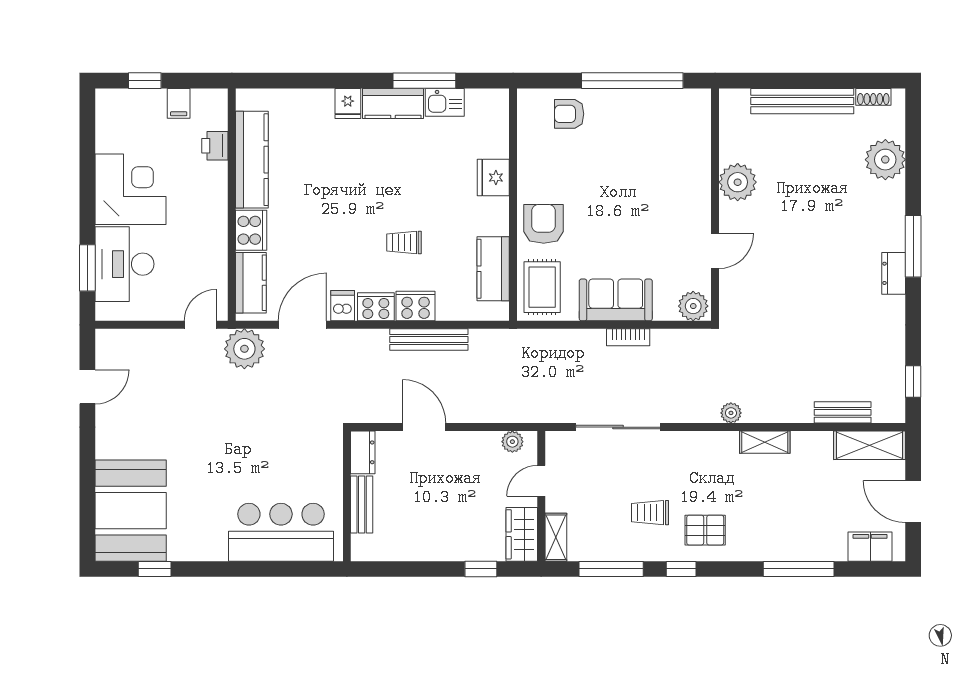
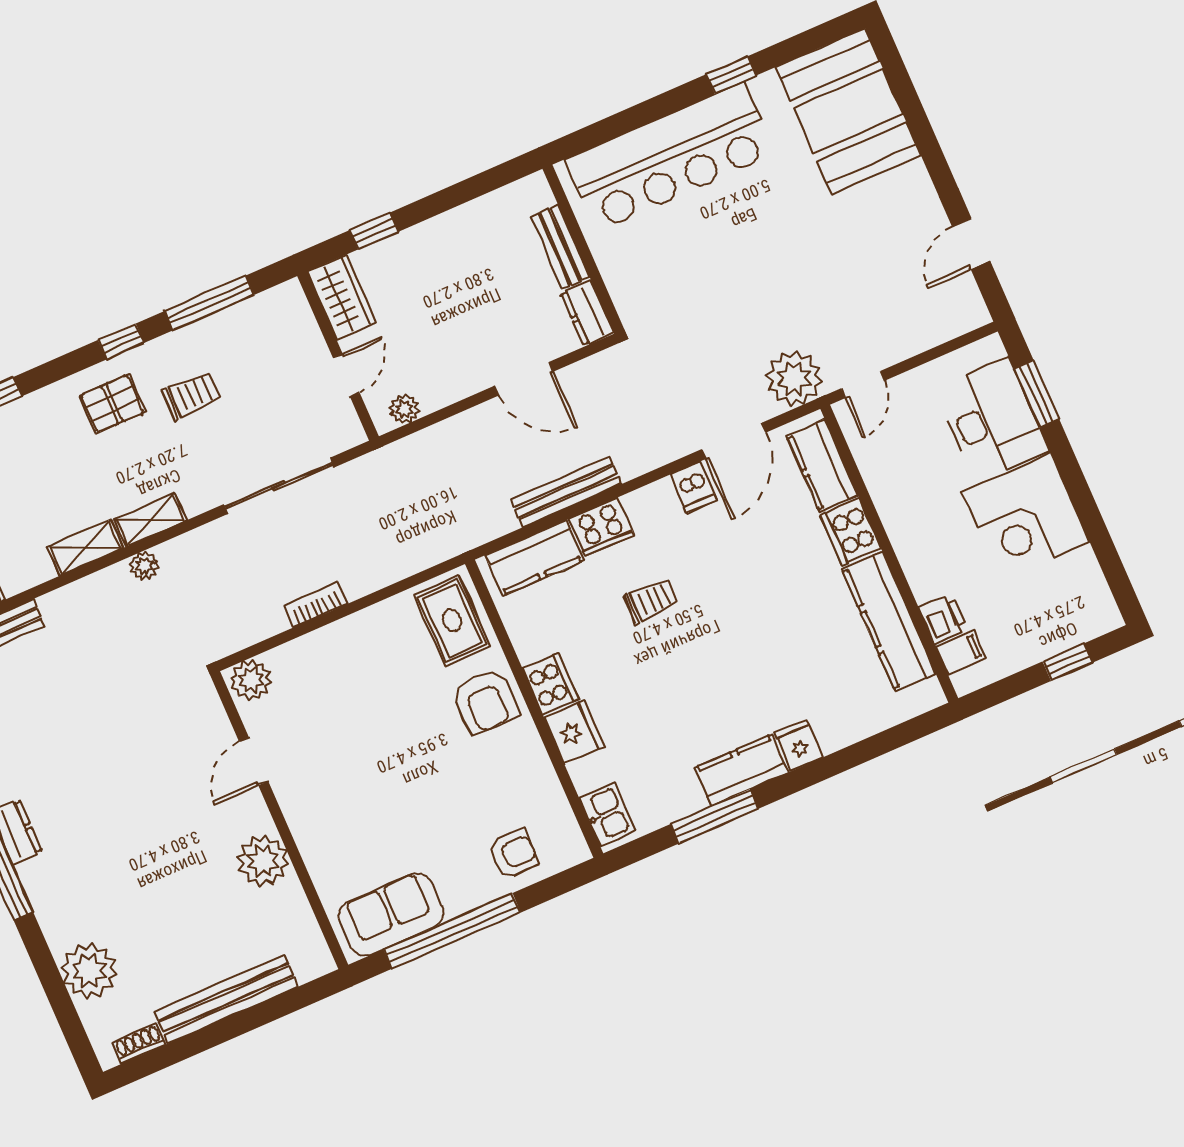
kitchen sink: (445, 102) -> (607, 814), moved, turned 90
filing cabinet: (179, 103) -> (961, 652), moved, turned 90
kitchen counter: (493, 269) -> (534, 558), moved, turned 90
sofa: (616, 300) -> (391, 914), moved, turned 180
cooker: (376, 307) -> (551, 684), moved, turned -90
bar counter: (281, 532) -> (671, 157), width x1.36
shelving: (556, 537) -> (150, 520), moved, turned 90
window: (155, 569) -> (731, 75), moved

